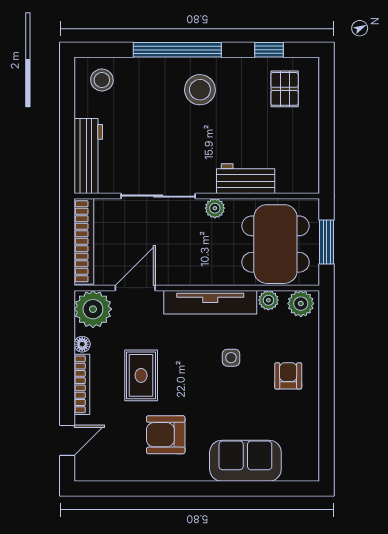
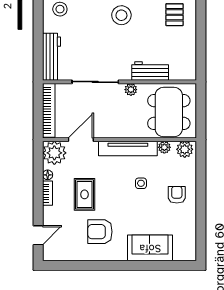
window: (327, 242) -> (201, 111), removed
bookcase: (82, 384) -> (47, 193), width x0.64

